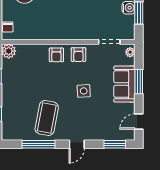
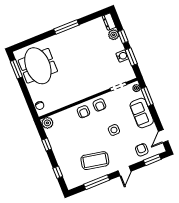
window: (139, 82) -> (147, 96), moved
coffee table: (47, 118) -> (95, 161), turned 90
armchair: (107, 128) -> (142, 150), added

